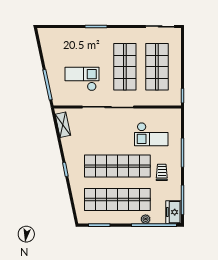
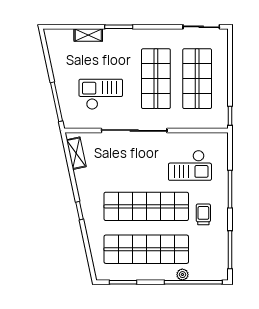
shelving: (72, 33) -> (88, 35), added
freezer: (174, 212) -> (218, 266), removed

